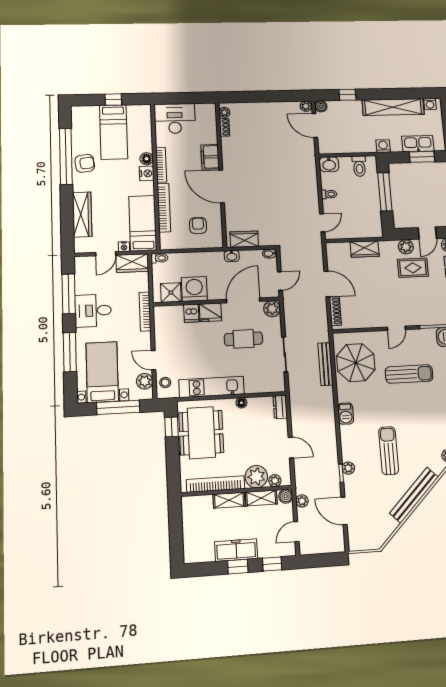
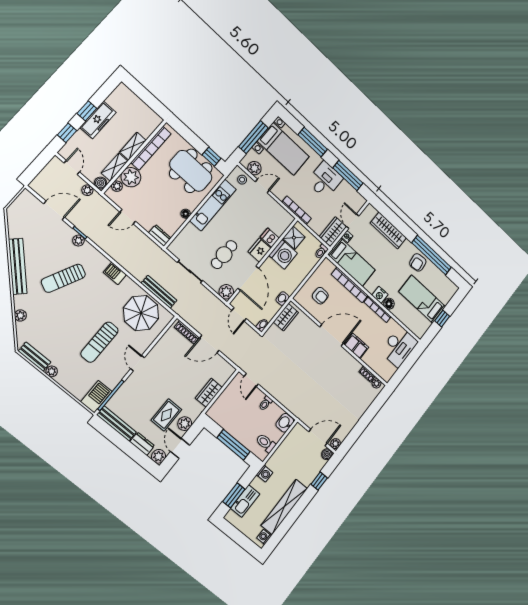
sun lounger: (389, 451) -> (63, 278), turned 116

